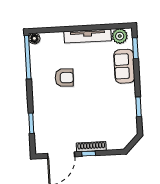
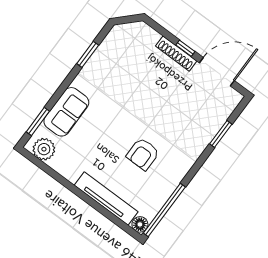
tv unit: (88, 36) -> (106, 198), moved
armchair: (64, 78) -> (143, 154), turned -92

